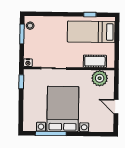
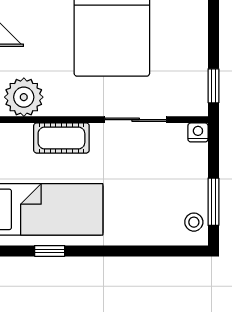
cot: (95, 61) -> (61, 138), moved

